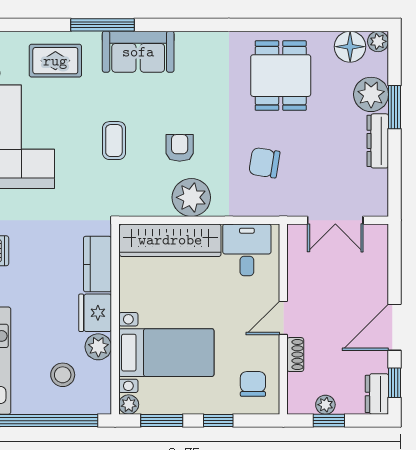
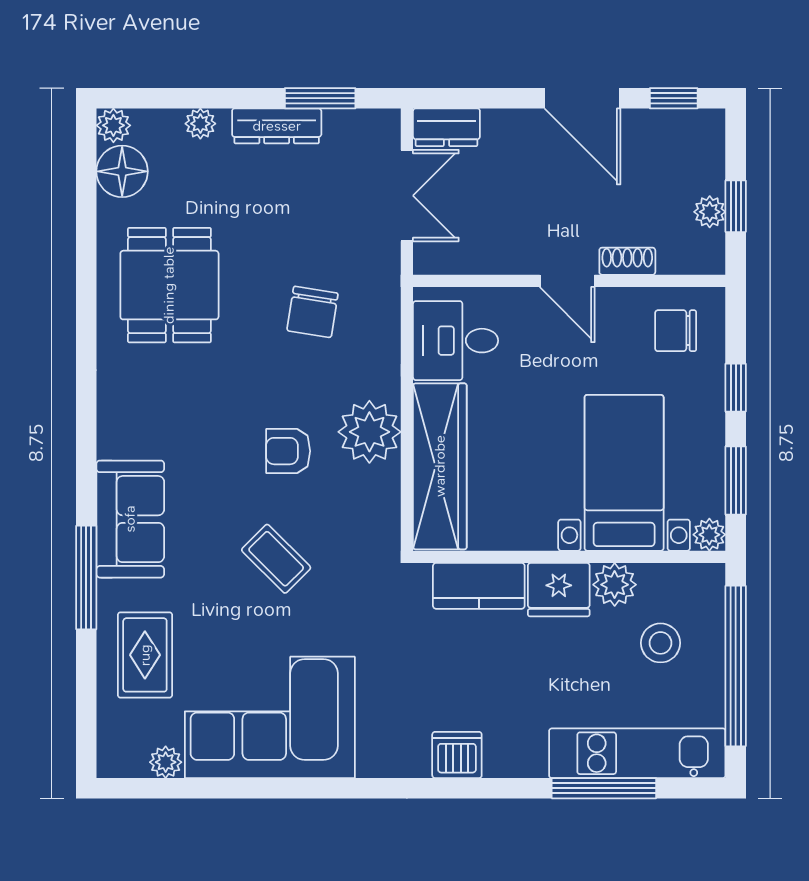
dining table: (281, 76) -> (169, 285), turned 90
plant: (371, 94) -> (200, 124), width x0.53, depth x0.53
window: (395, 107) -> (320, 98), moved
coffee table: (114, 141) -> (276, 559), turned 45
dresser: (377, 394) -> (446, 127), moved

